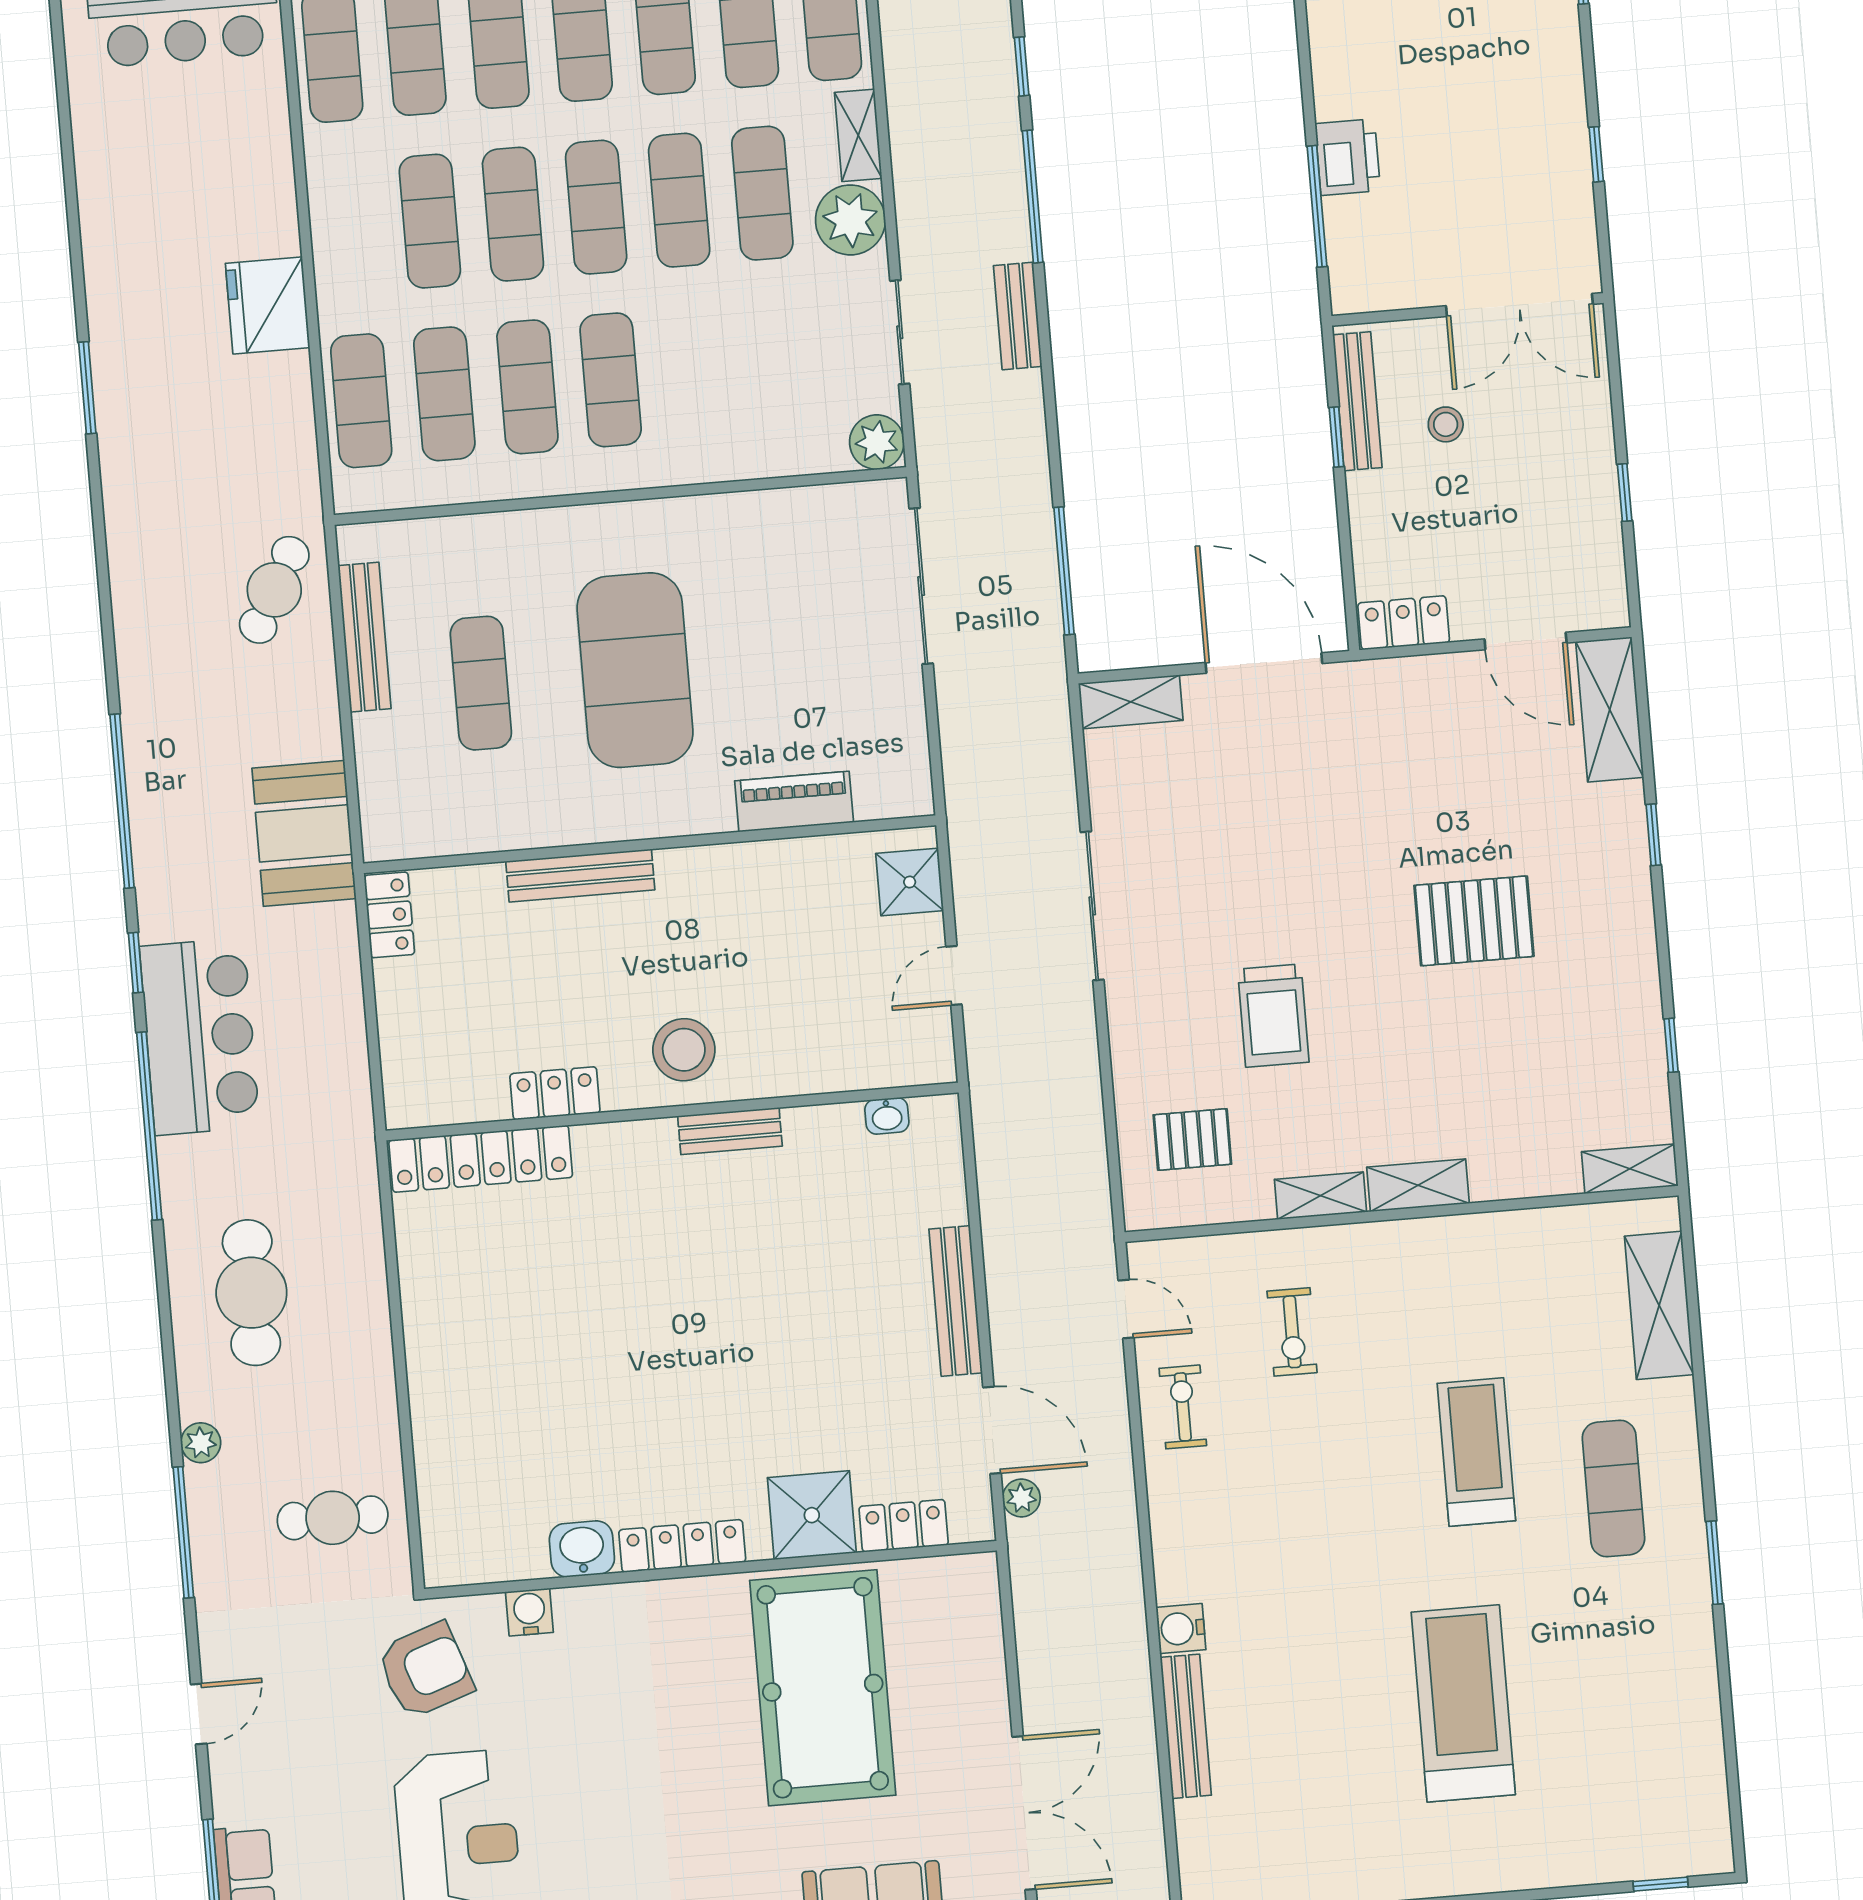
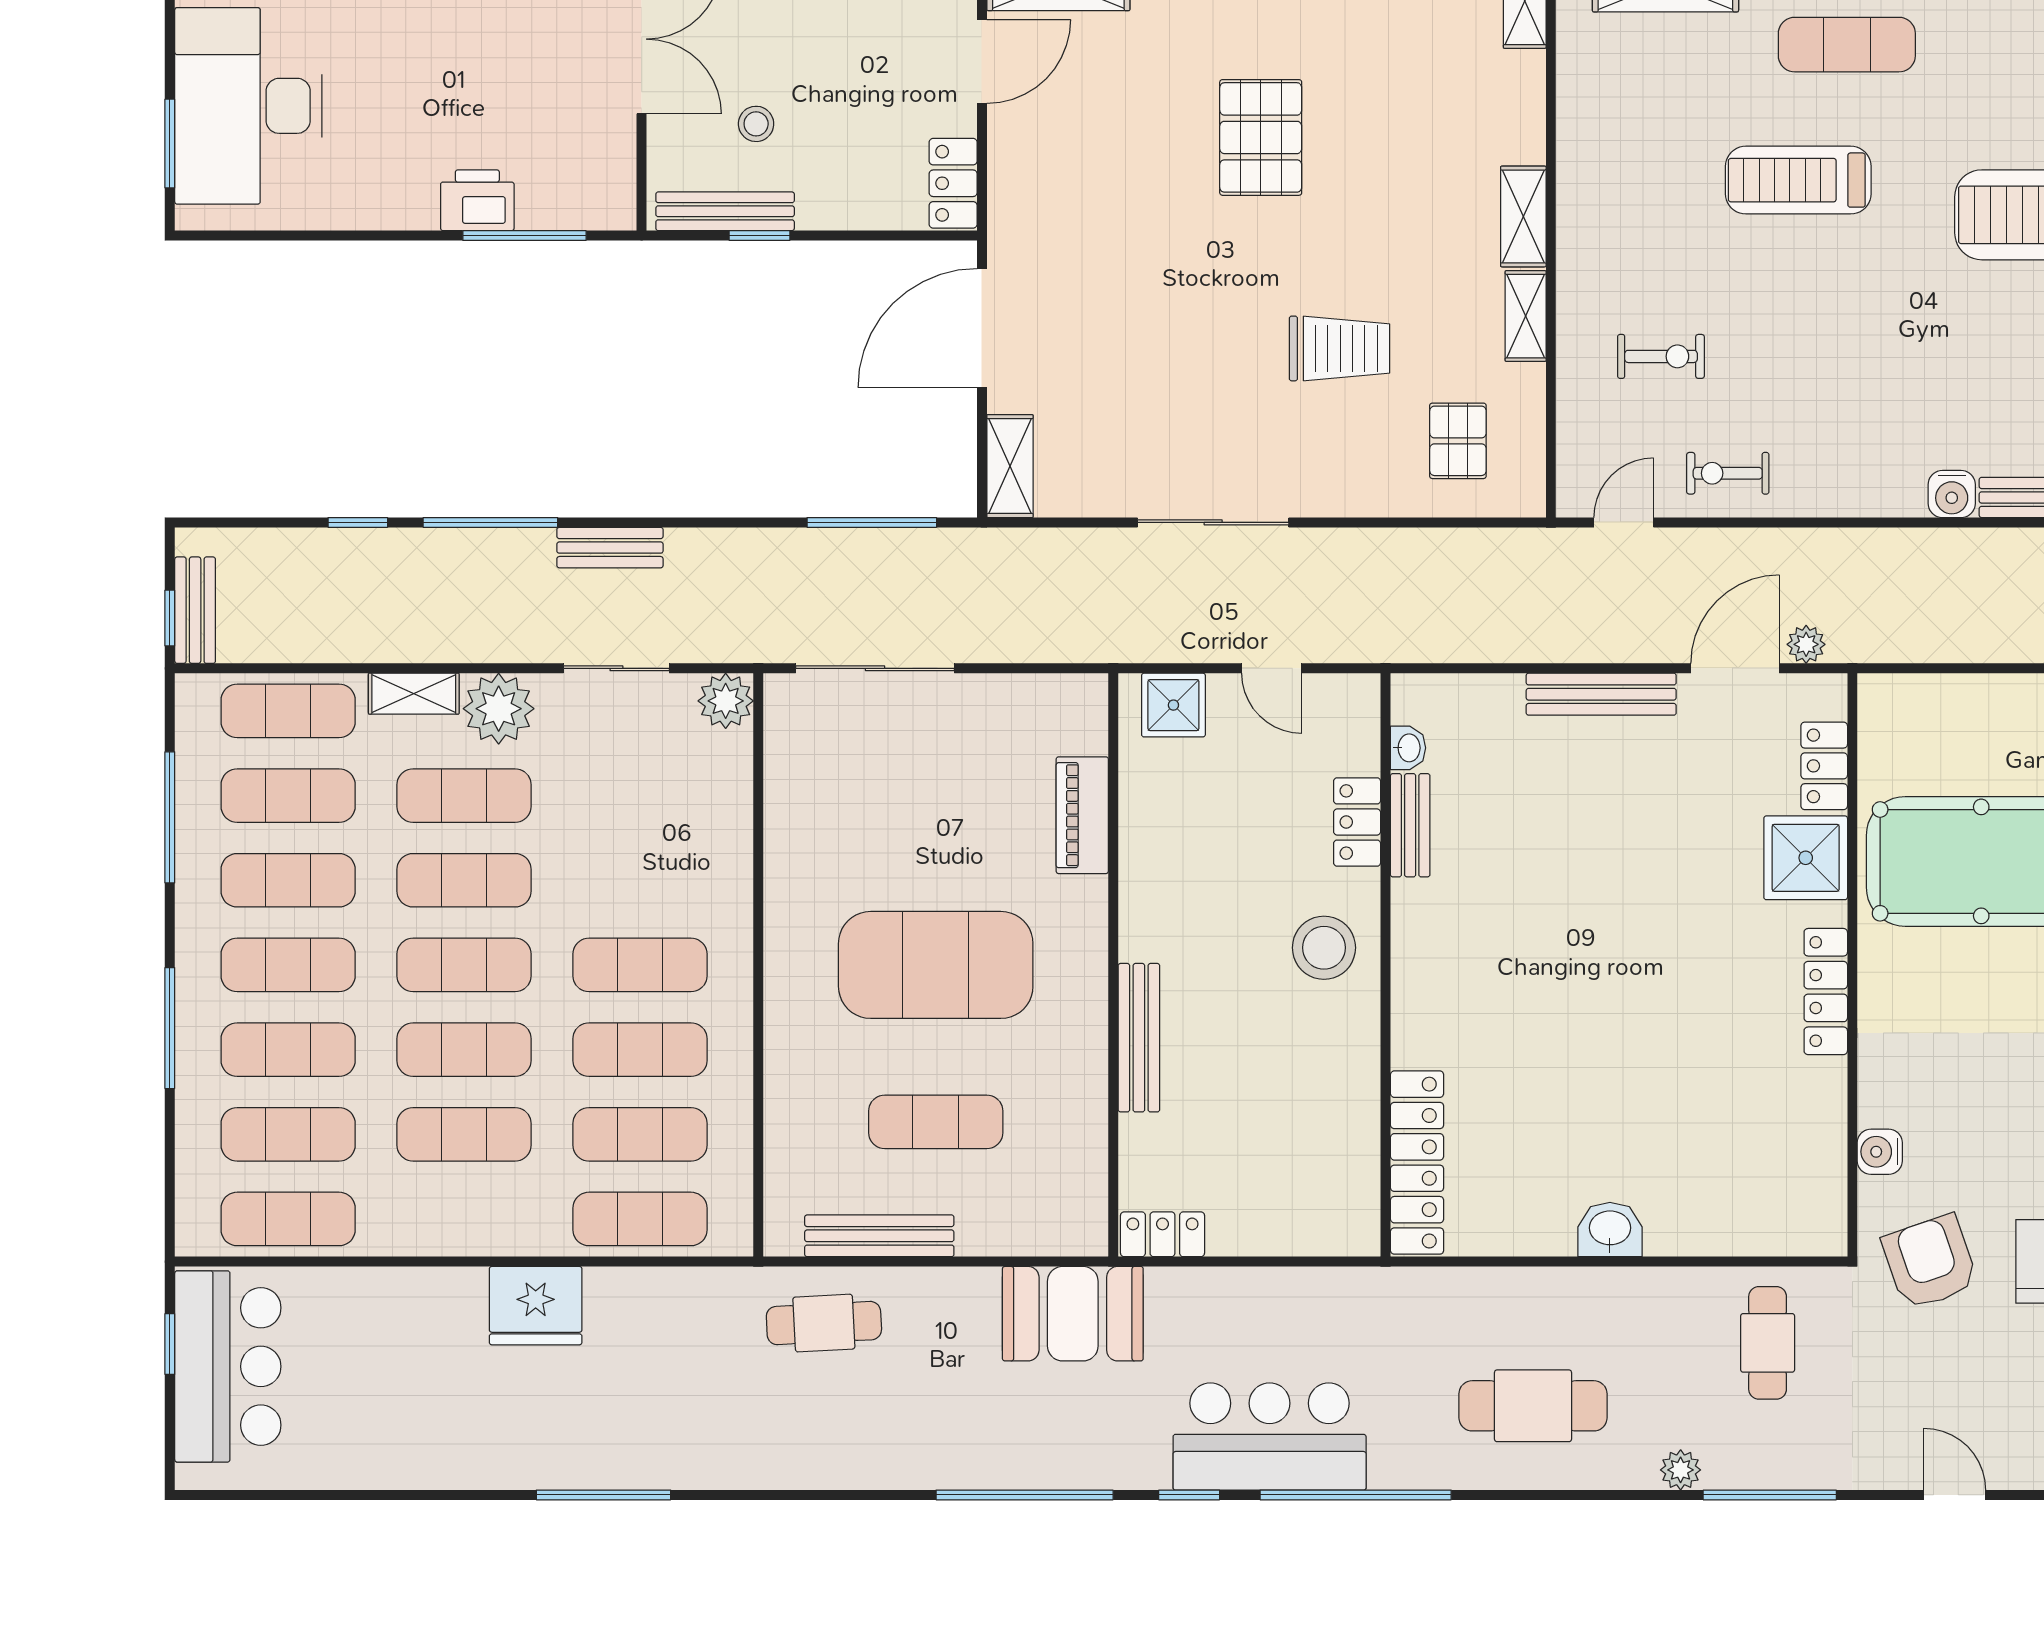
window: (87, 388) -> (604, 1495), width x1.44
cafe table: (274, 590) -> (824, 1323), turned -32
locker: (555, 1093) -> (1357, 822), moved
bench: (730, 1131) -> (1410, 825), moved
washbasin: (582, 1549) -> (1610, 1229), moved, turned 90

